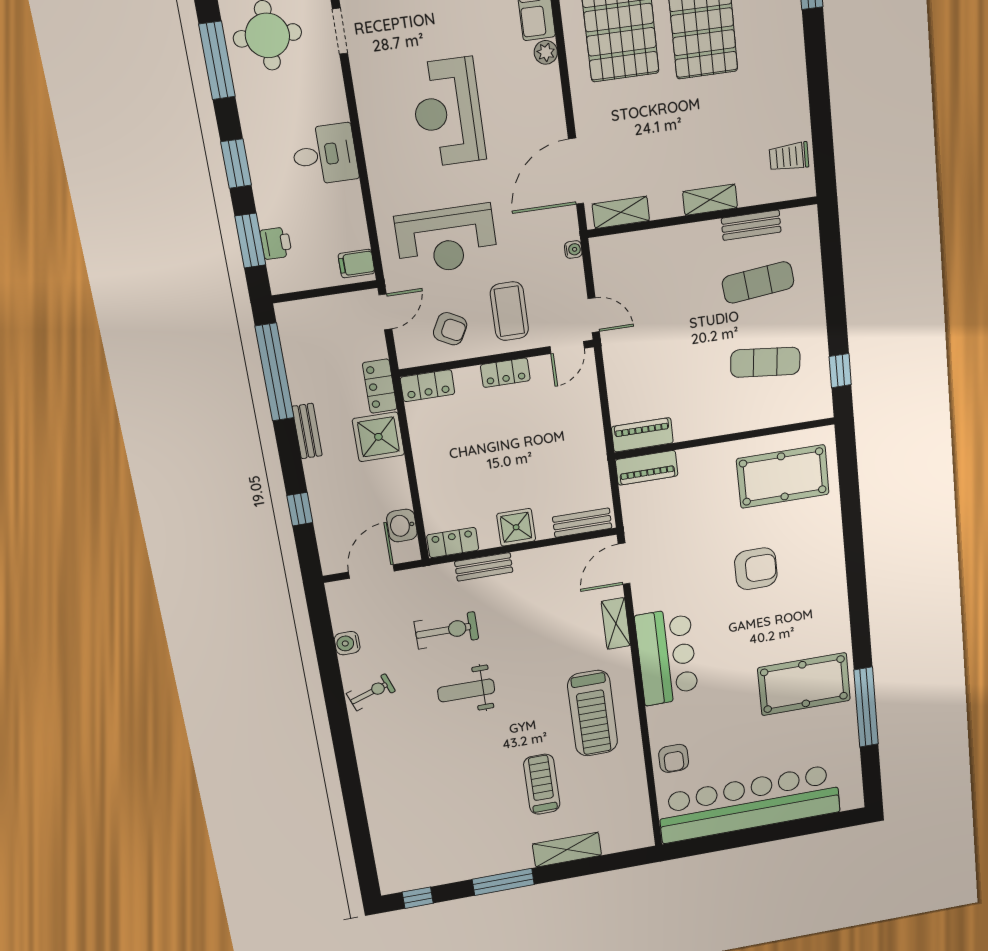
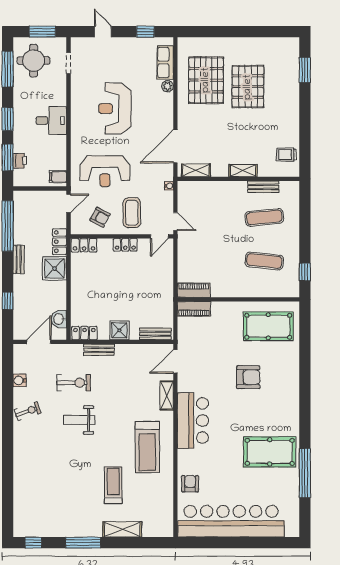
armchair: (674, 758) -> (190, 484), turned 180

